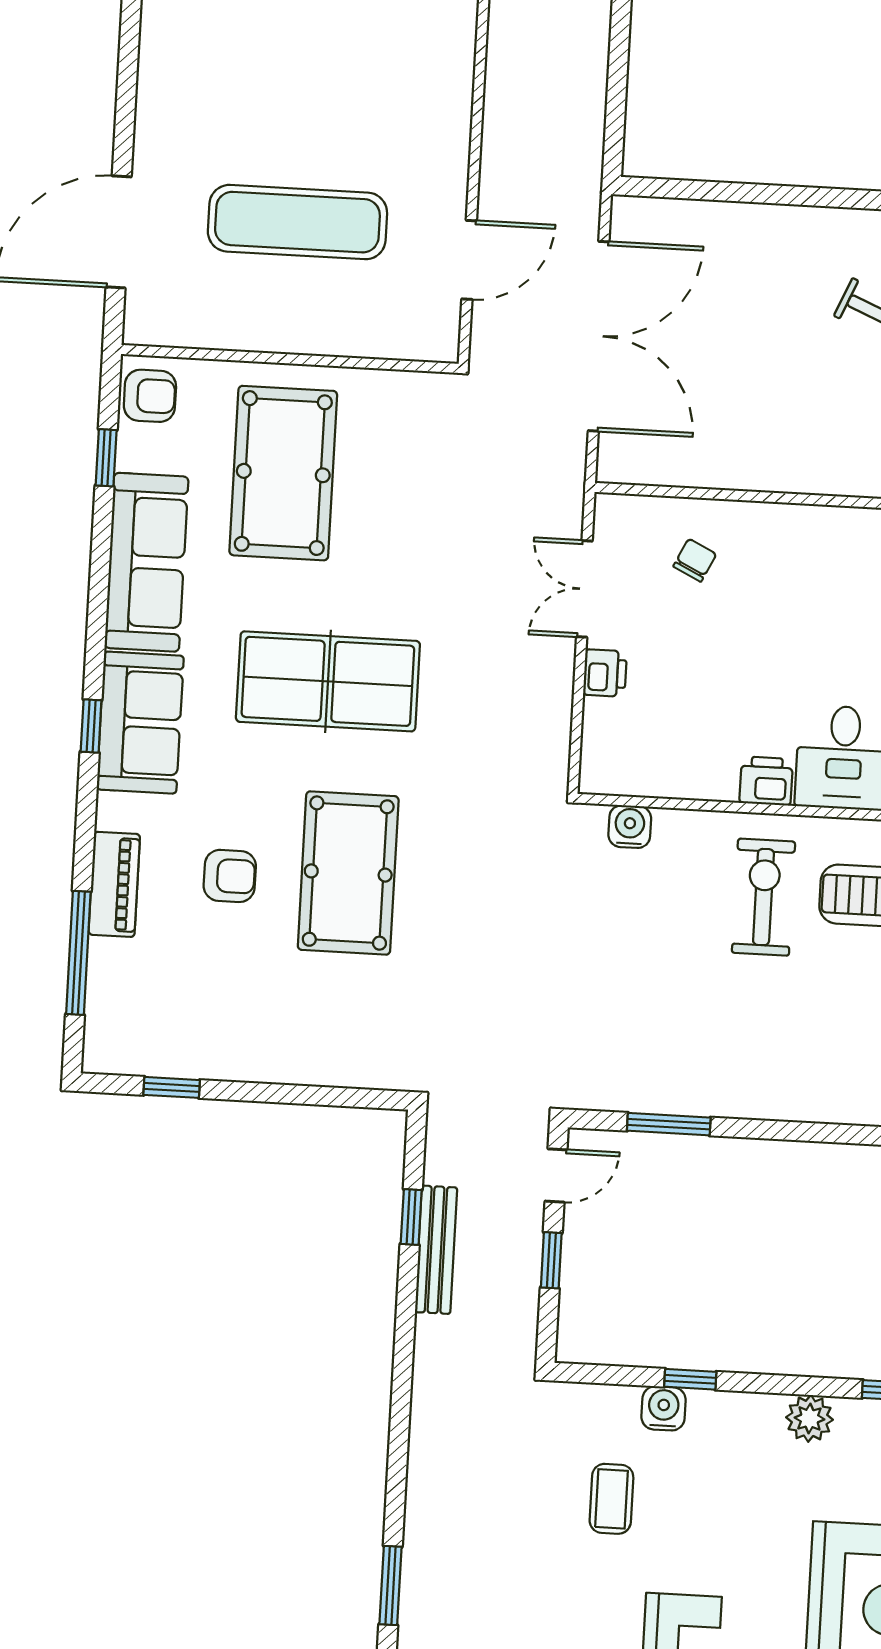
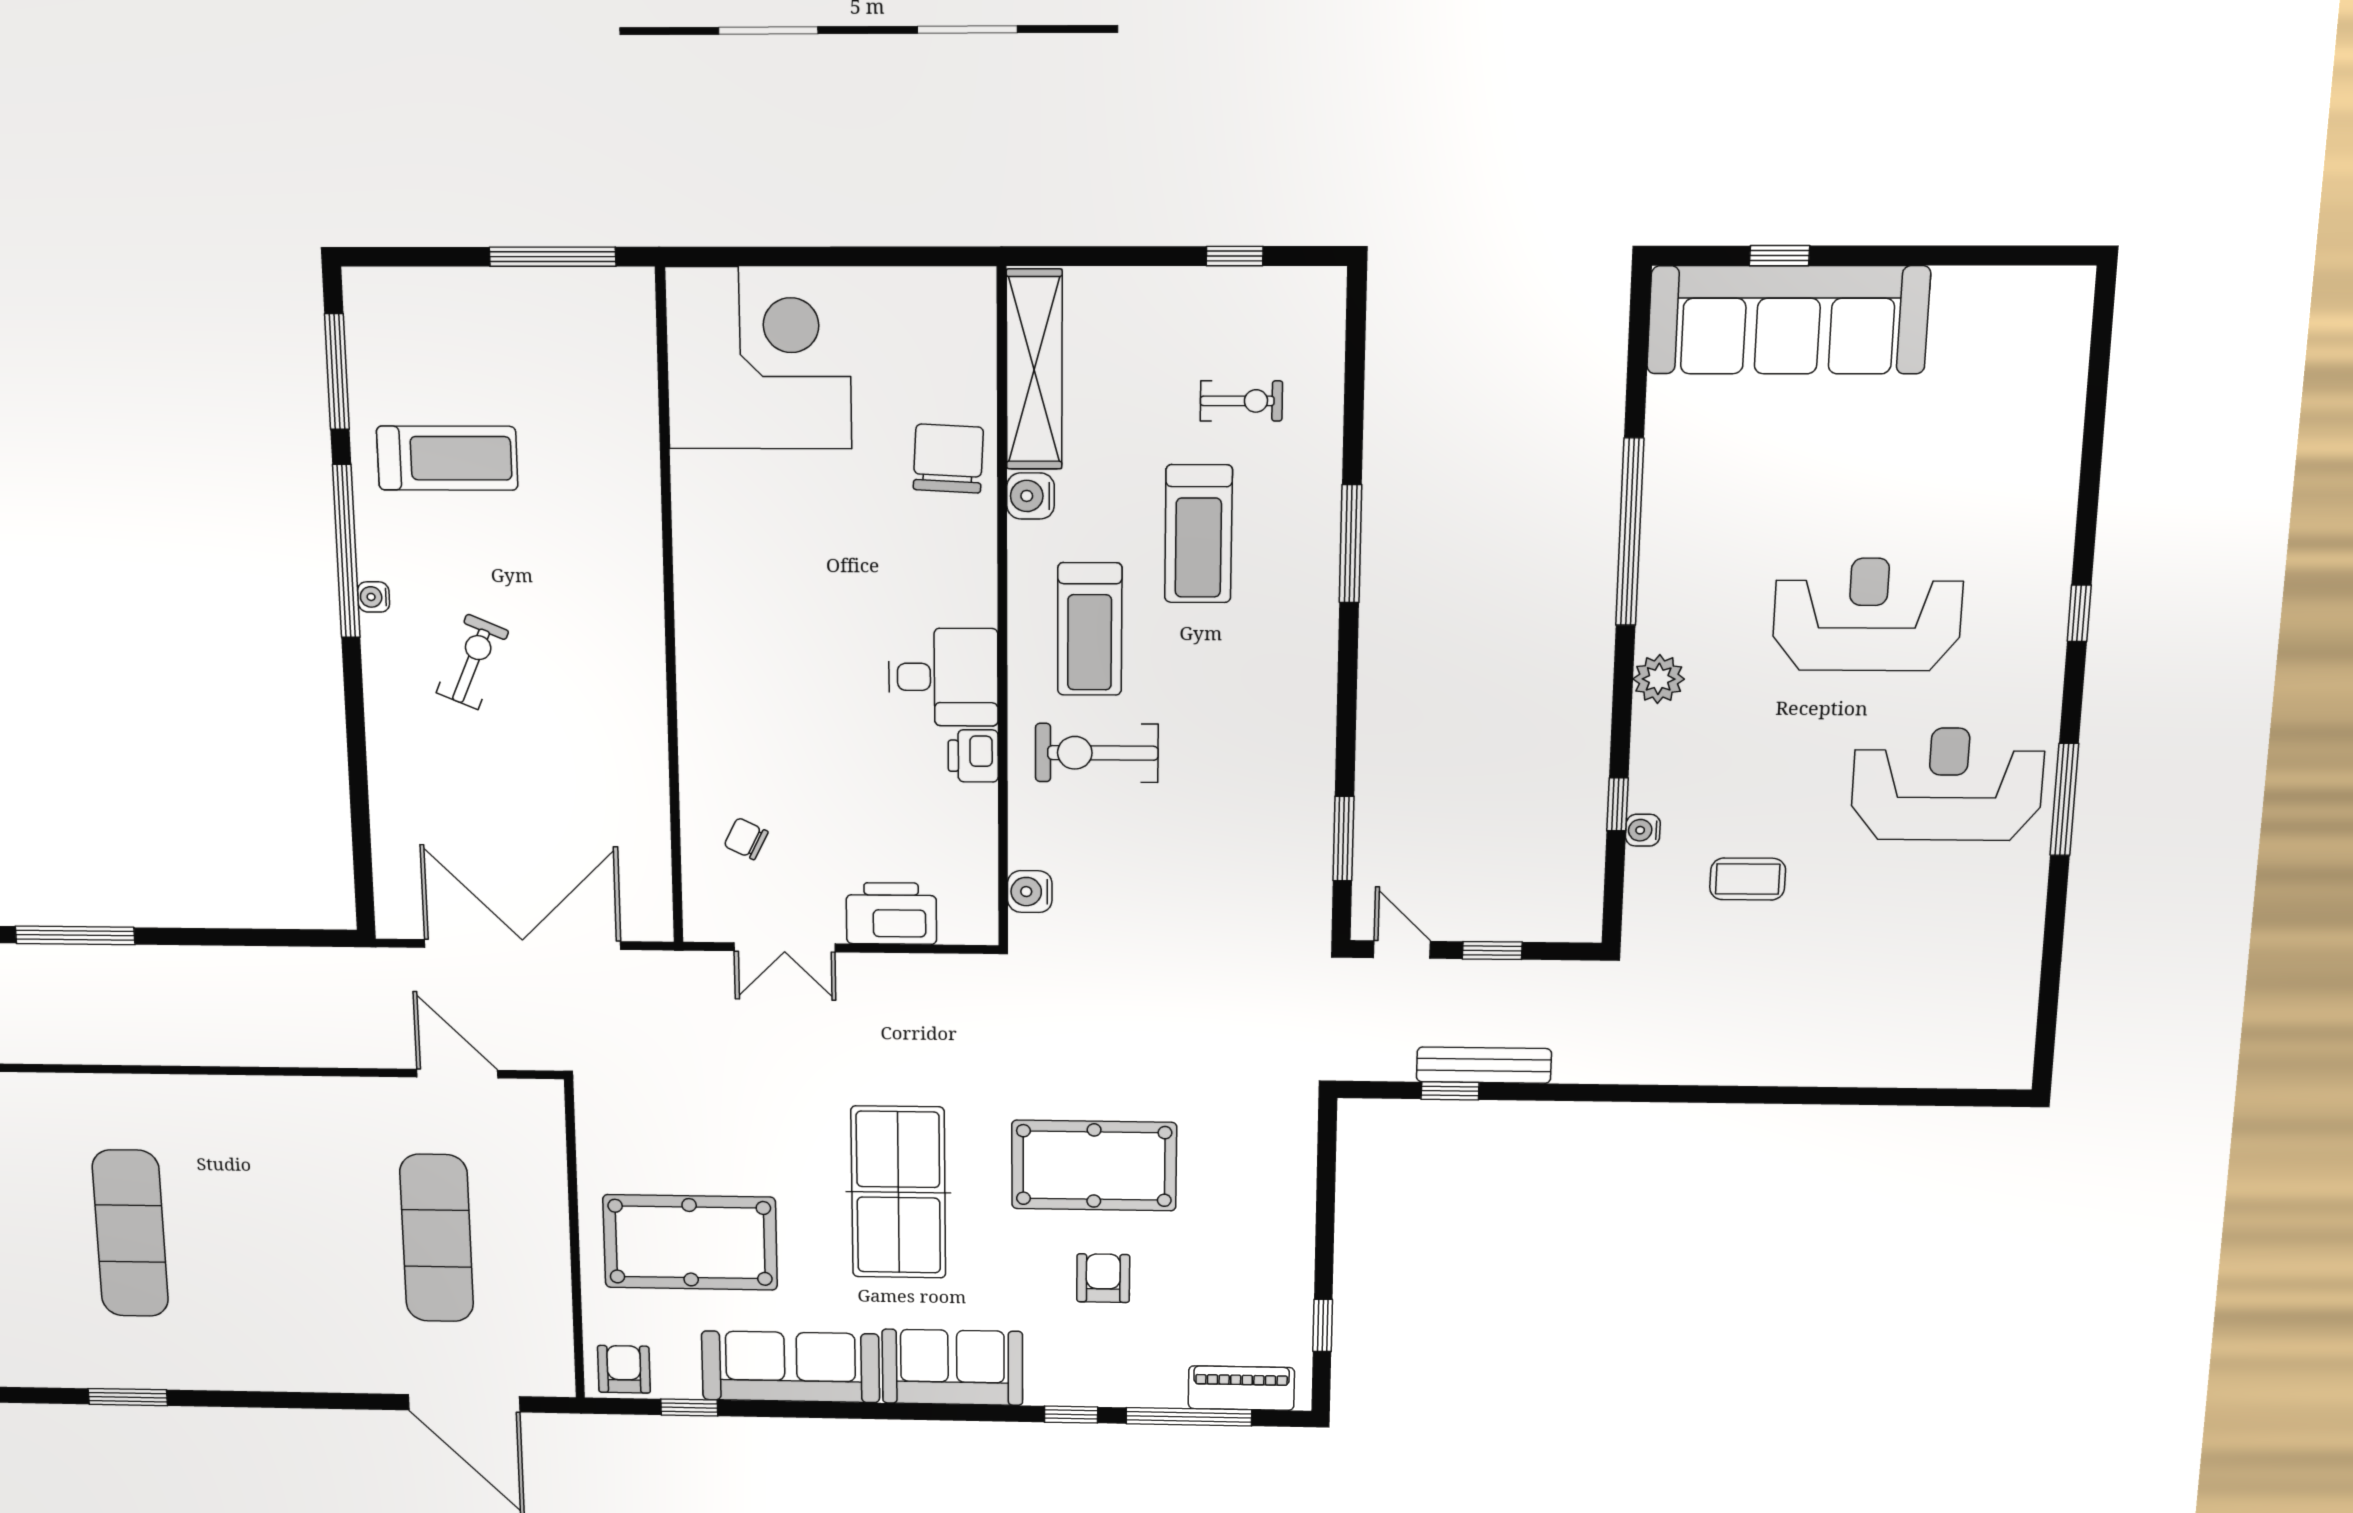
printer: (605, 673) -> (891, 913), width x1.87, depth x1.48
window: (91, 726) -> (1071, 1415), moved
piano: (114, 884) -> (1241, 1388), moved
water cooler: (664, 1408) -> (1643, 830), width x0.72, depth x0.72
window: (391, 1586) -> (1841, 1096), removed

